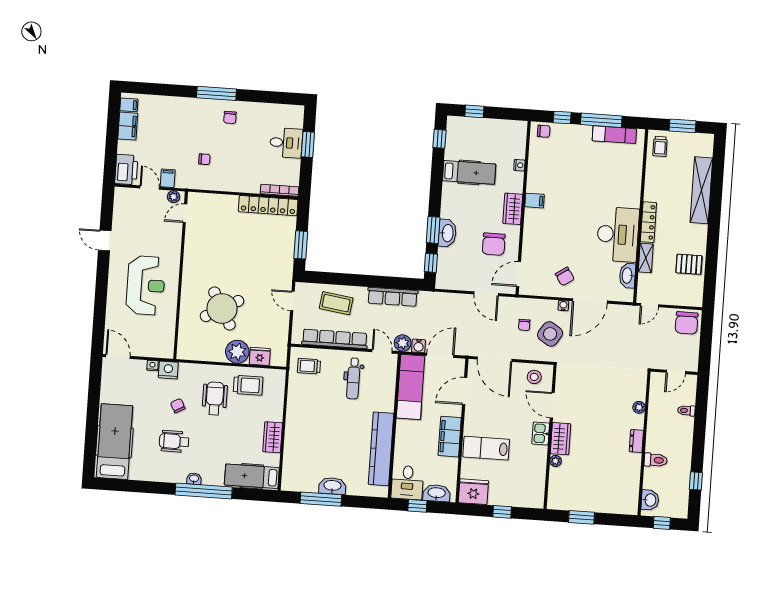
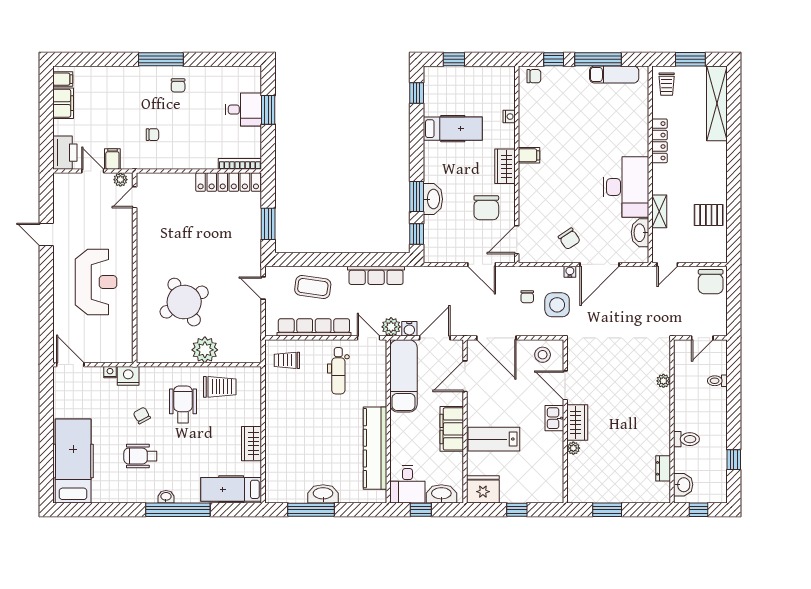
shelving: (701, 190) -> (717, 103), moved
locker: (648, 222) -> (660, 141), moved
side table: (550, 334) -> (557, 305), turned -33
fridge: (260, 356) -> (231, 353), removed
dresser: (636, 441) -> (663, 468), moved

